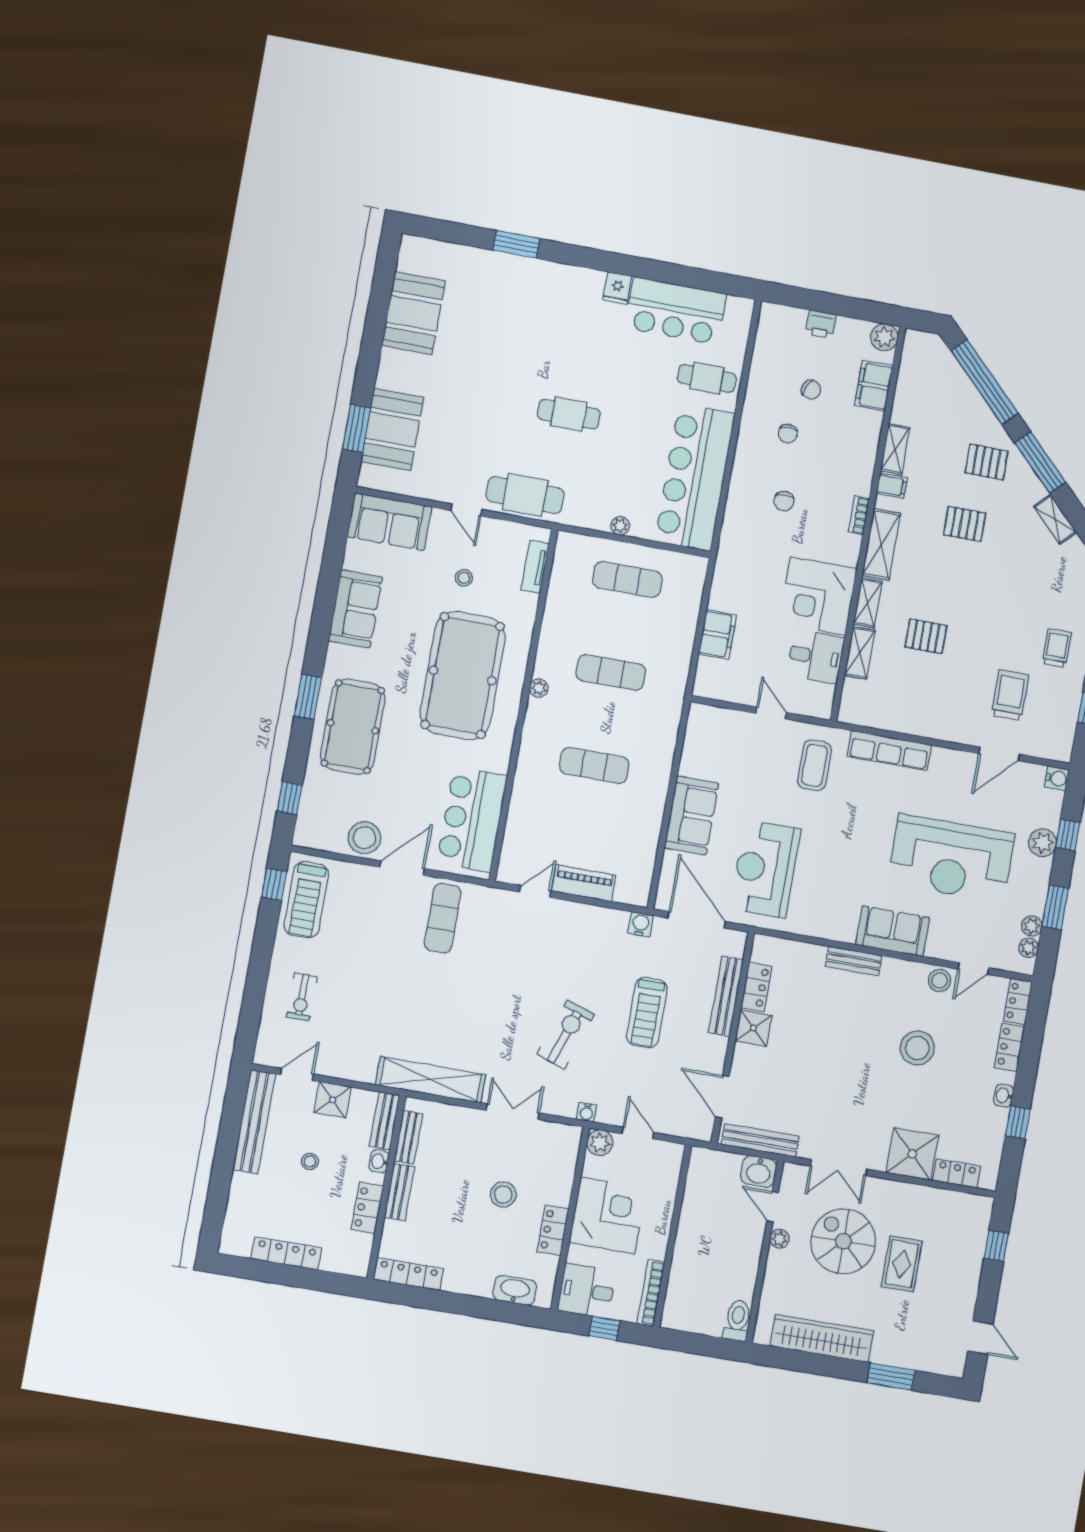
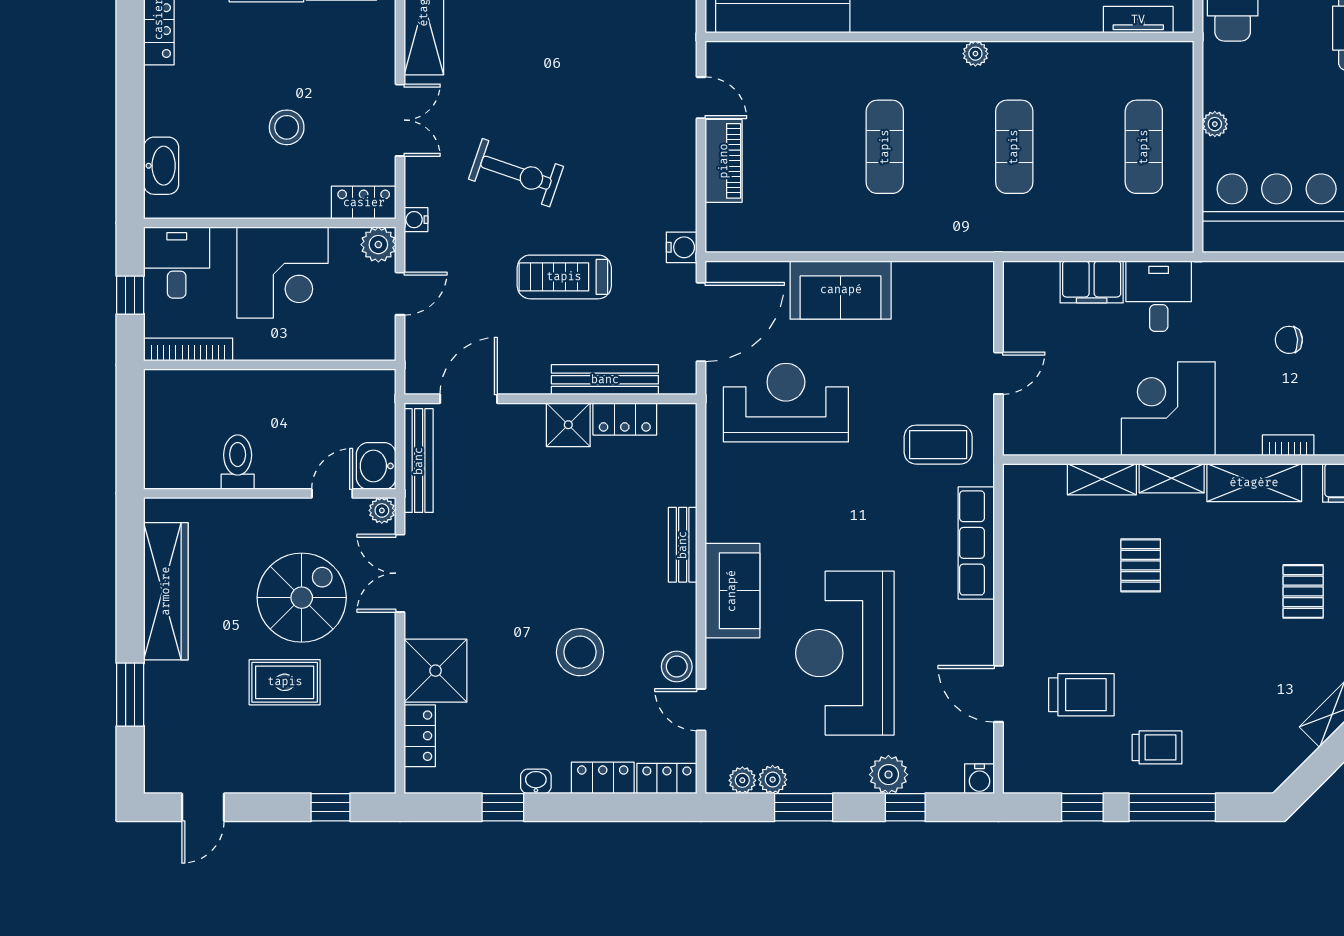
desk: (816, 656) -> (1159, 296), moved, turned 180
locker: (553, 1230) -> (364, 203), moved
plant: (780, 1239) -> (382, 510), moved
toilet: (737, 1320) -> (238, 462), moved, turned -90

